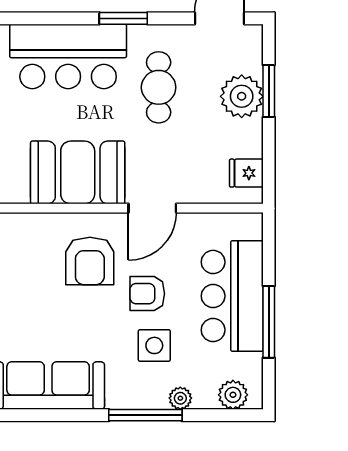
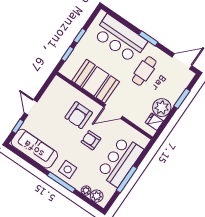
plant: (242, 96) -> (162, 108), moved
side table: (154, 345) -> (68, 169), moved
plant: (180, 398) -> (86, 191), moved

